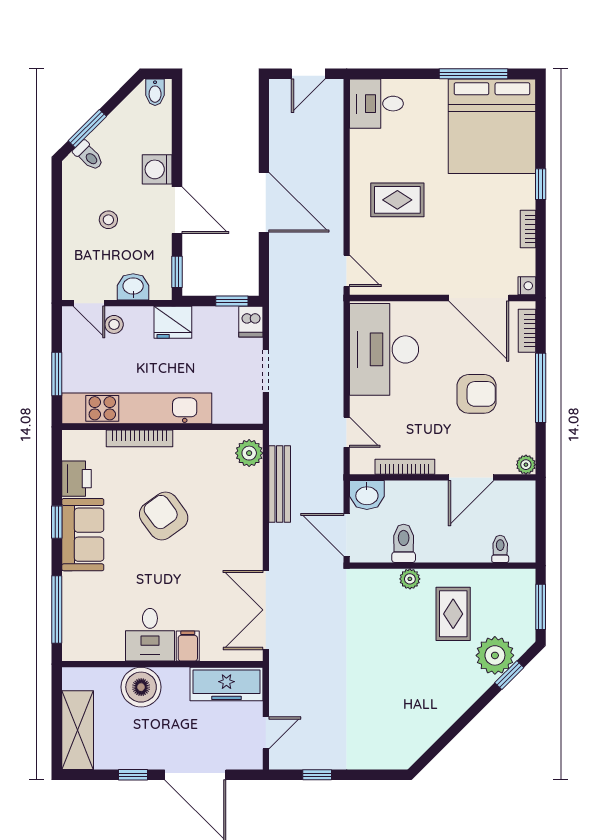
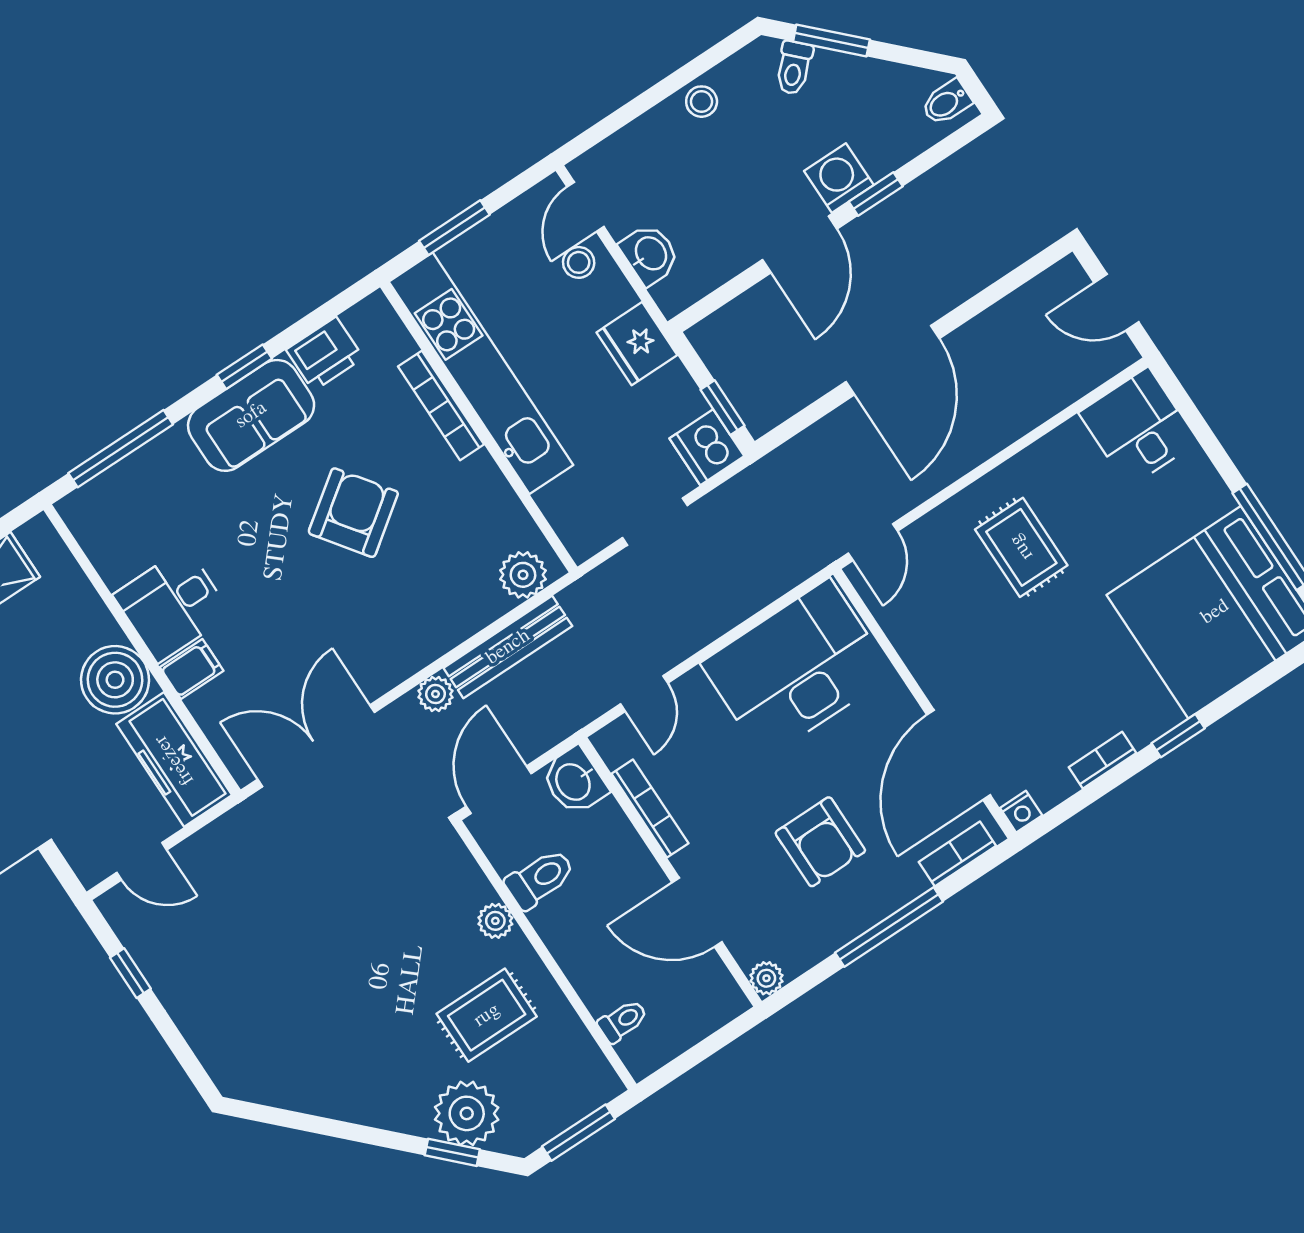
stool: (108, 220) -> (702, 102), moved
window: (177, 272) -> (876, 194), moved
dishwasher: (251, 322) -> (707, 447), width x1.38
plant: (279, 535) -> (435, 694), added
boiler: (141, 687) -> (115, 680), moved

